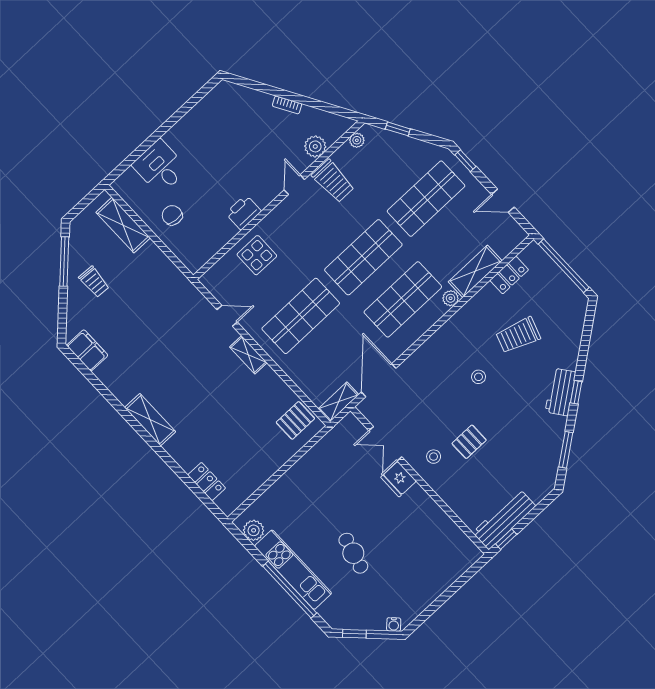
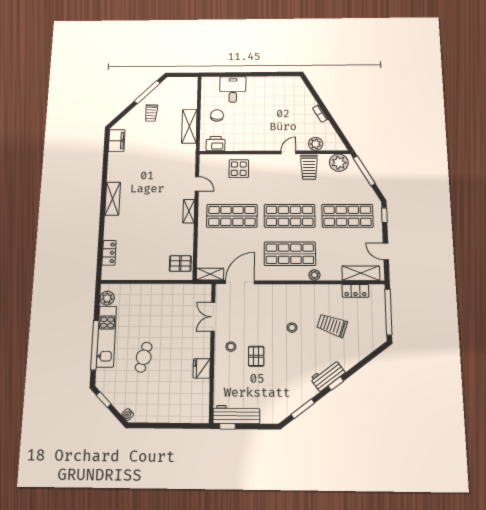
window: (398, 129) -> (364, 171), width x2.17
plant: (357, 140) -> (339, 163), width x1.88, depth x1.88
printer: (243, 212) -> (216, 144), moved
shelving: (123, 225) -> (189, 126), moved
shelving: (475, 271) -> (361, 273), moved
pallet: (469, 442) -> (256, 356), turned 90
fridge: (398, 479) -> (202, 368), moved

